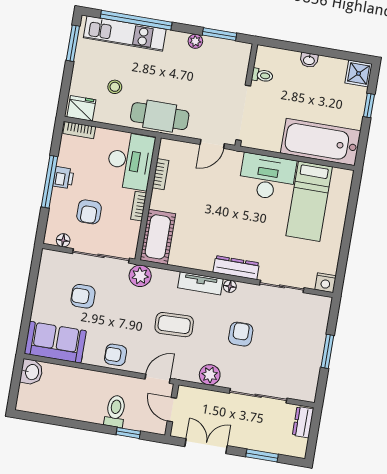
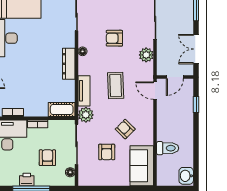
armchair: (89, 212) -> (47, 158), turned -90
cot: (158, 237) -> (62, 110), width x0.73, depth x0.75
dresser: (236, 268) -> (69, 64), moved
tv unit: (200, 283) -> (84, 91), moved
armchair: (116, 355) -> (125, 129), moved, turned 135
washbasin: (31, 372) -> (186, 176), moved, turned -90
toilet: (115, 411) -> (168, 148), moved, turned 180

